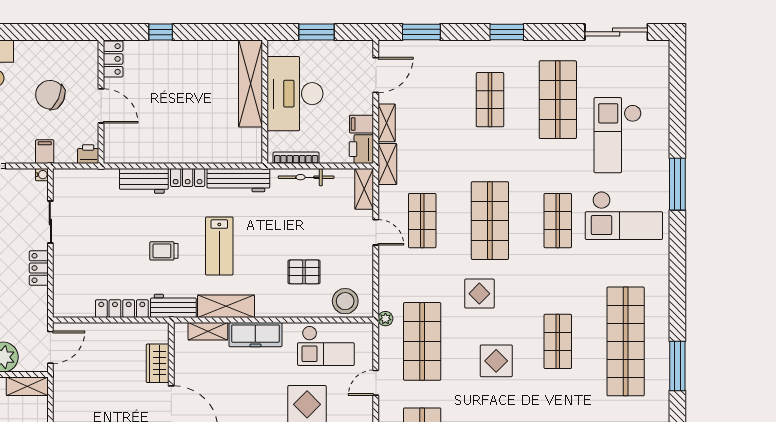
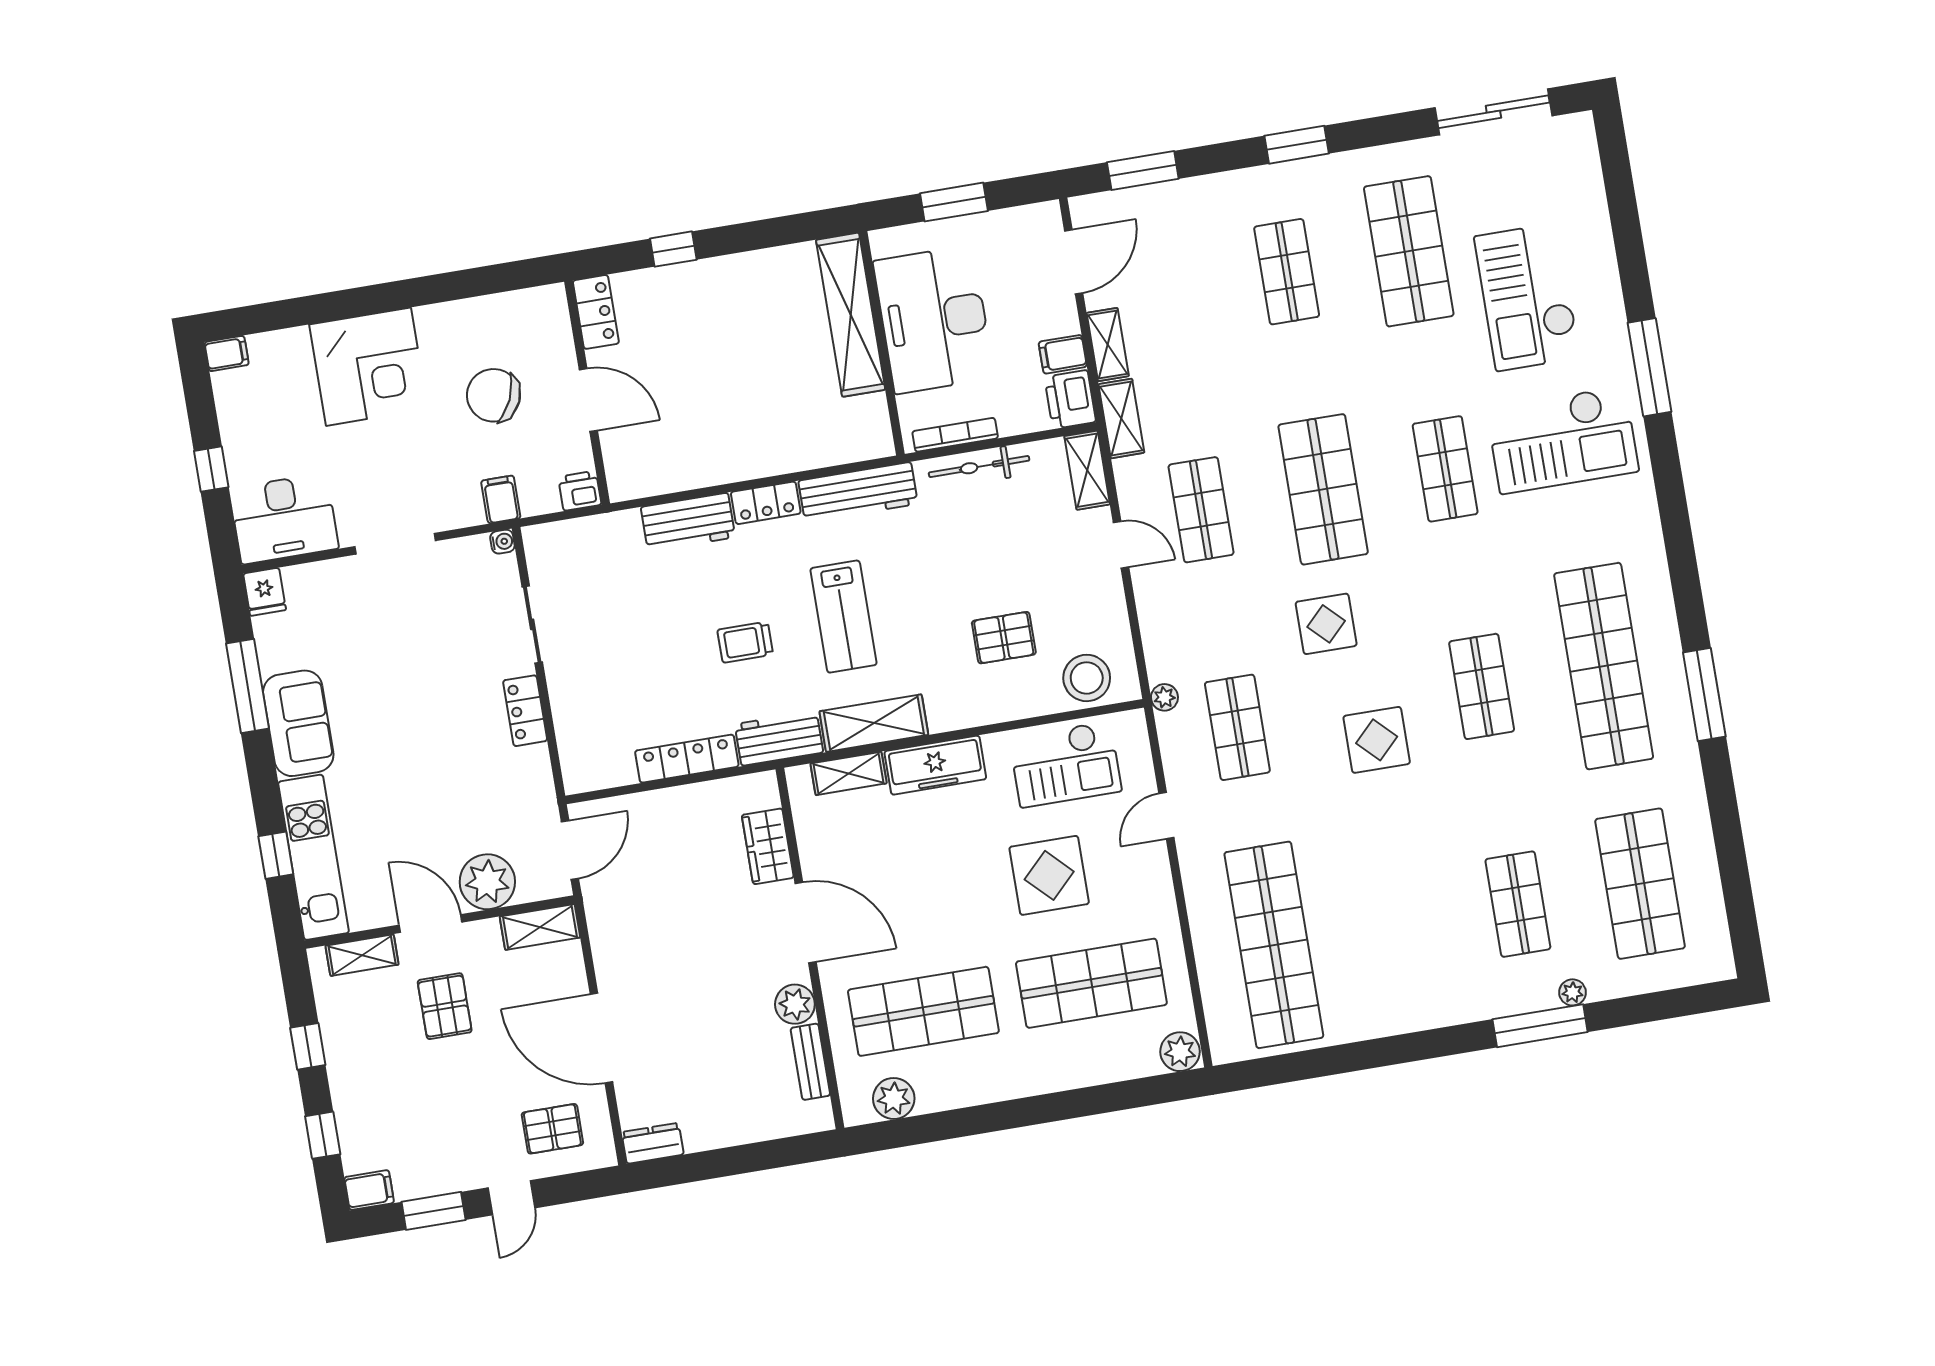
shop shelf: (422, 341) -> (1237, 727), width x0.70, depth x0.74

